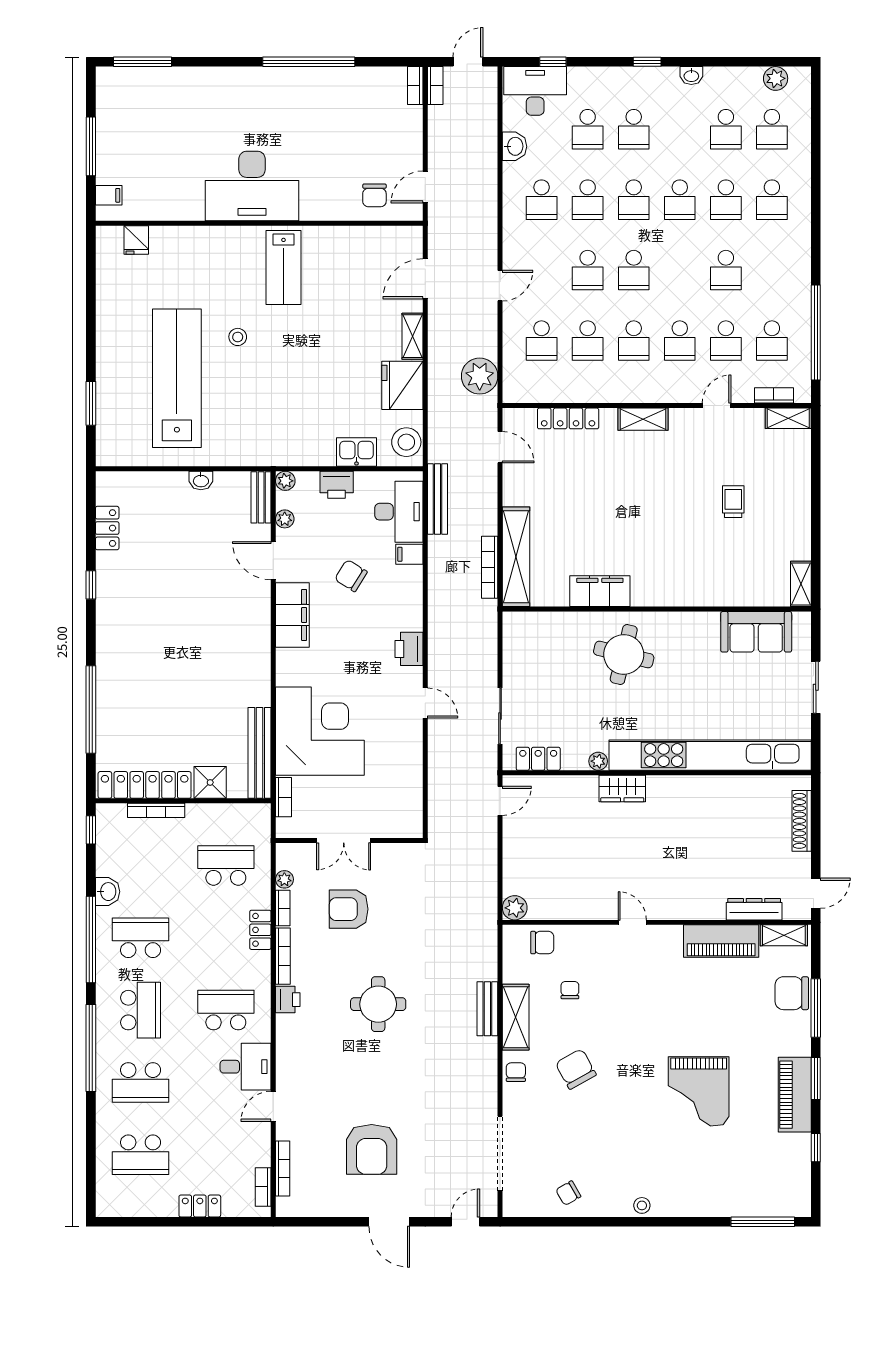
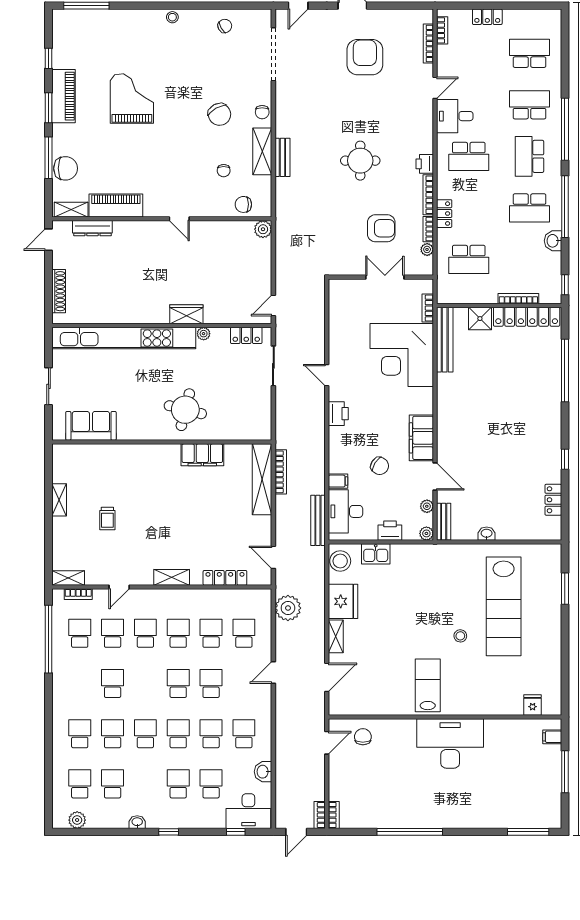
shelving: (801, 584) -> (59, 500), moved

